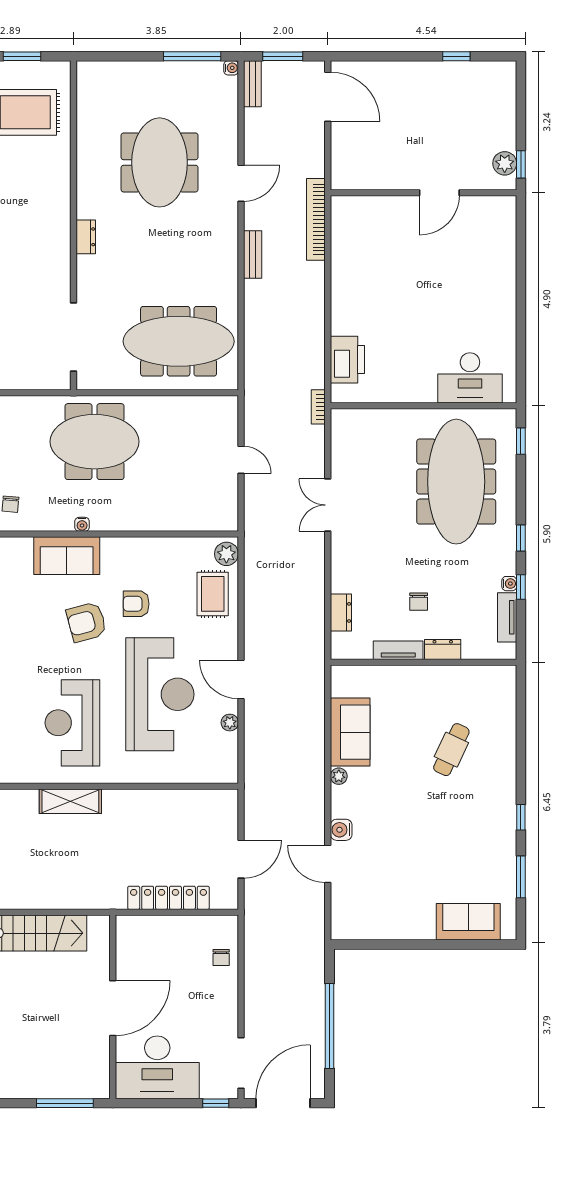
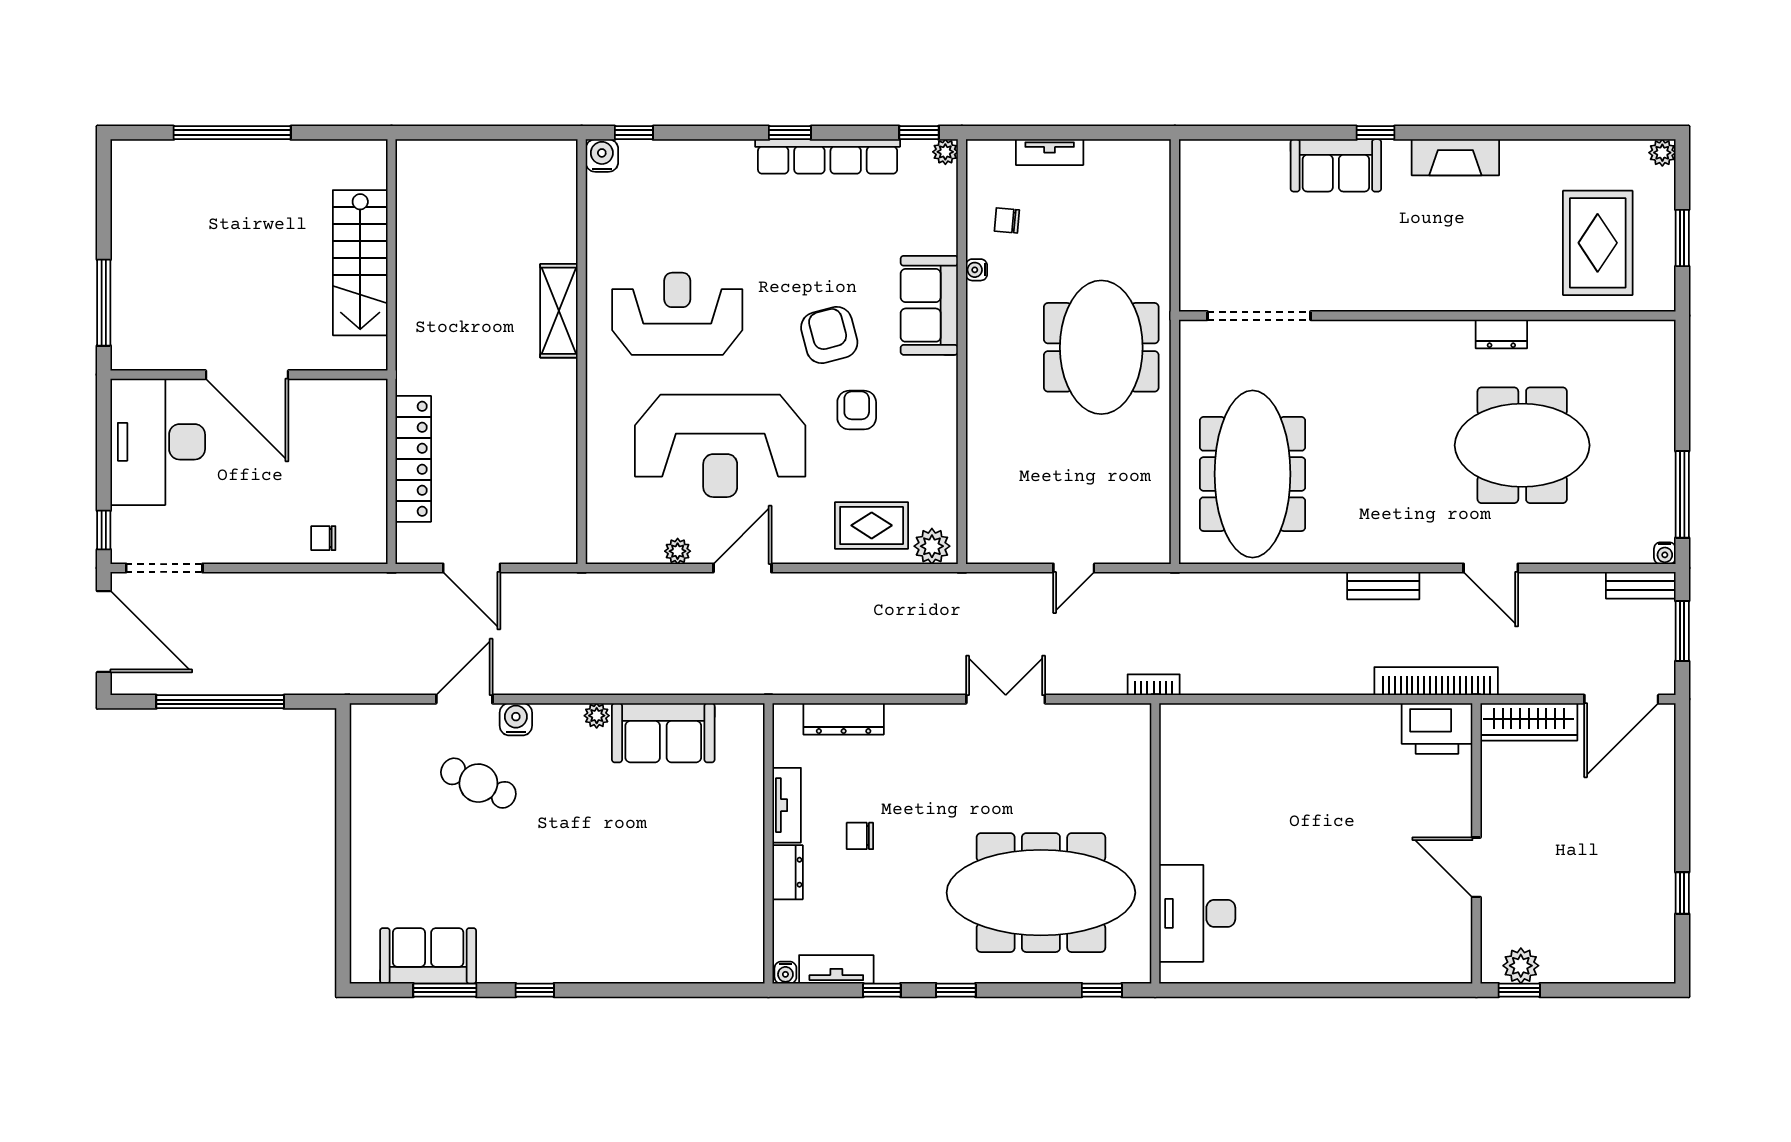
wardrobe: (343, 158) -> (1529, 722), added
dresser: (86, 237) -> (1501, 334), moved
printer: (347, 360) -> (1437, 728), moved
water cooler: (82, 524) -> (976, 270), moved
water cooler: (509, 584) -> (785, 973), moved
dresser: (341, 612) -> (844, 719), width x1.44
cafe table: (451, 750) -> (478, 783), moved
sofa: (468, 922) -> (428, 956), moved, turned -90

